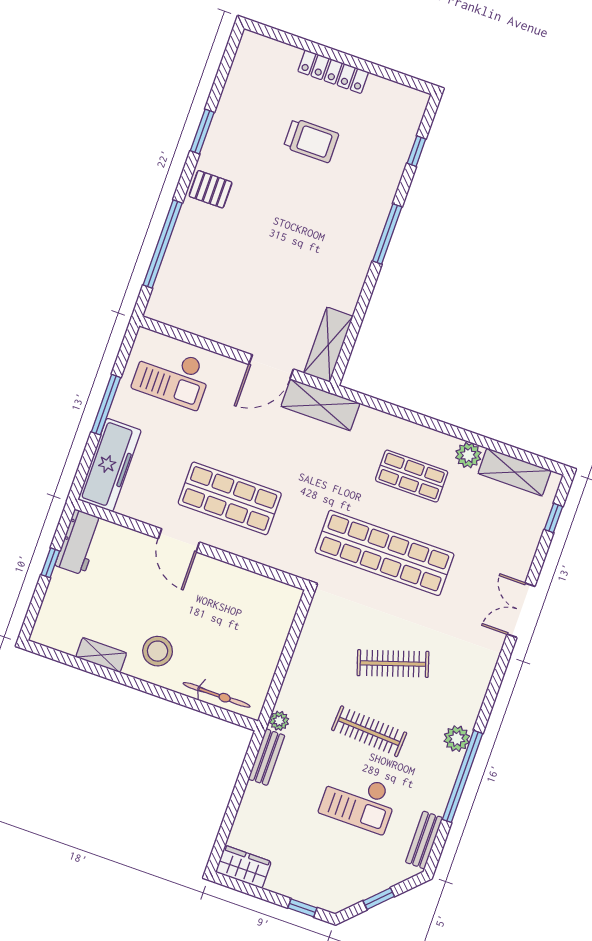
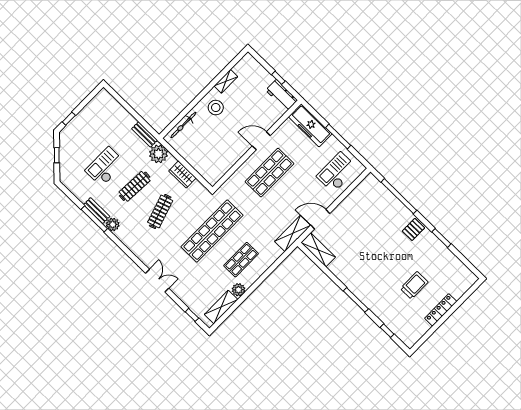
trolley: (311, 140) -> (414, 285), turned 180
door: (271, 367) -> (320, 219), hinge flipped
plant: (279, 721) -> (158, 154), width x1.88, depth x1.88
window: (462, 776) -> (94, 219), width x0.68
bench: (424, 840) -> (97, 211), moved
wardrobe: (243, 867) -> (182, 174), moved, turned 90

